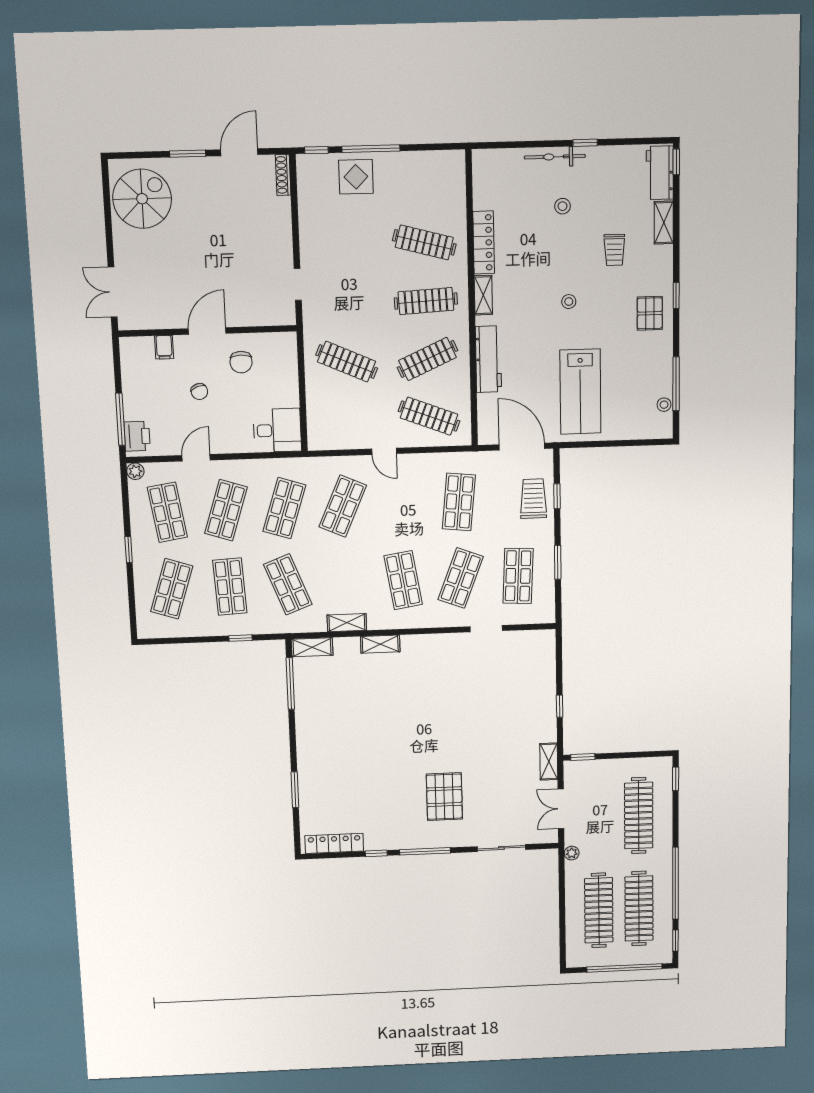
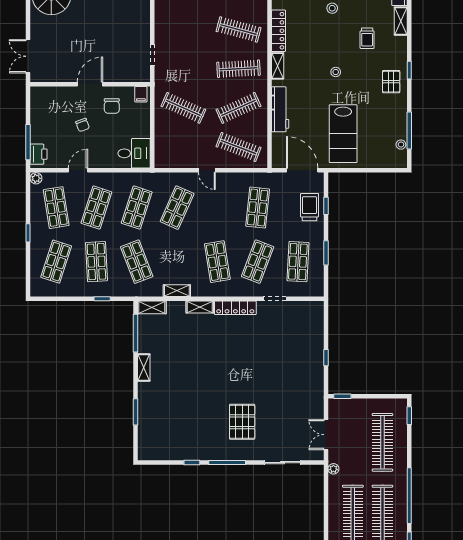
filing cabinet: (164, 347) -> (141, 94), moved
shelving: (549, 762) -> (144, 368), moved
locker: (334, 843) -> (235, 308), moved, turned 180

